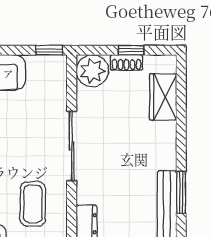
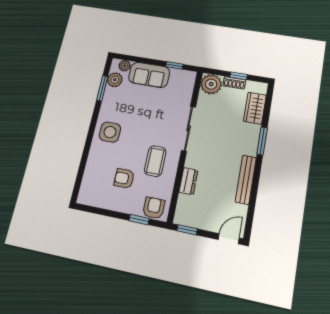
window: (49, 50) -> (174, 65), moved
window: (181, 192) -> (262, 141), moved

